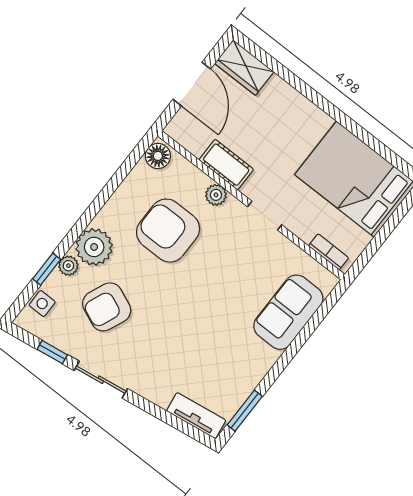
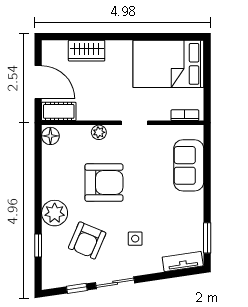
wardrobe: (244, 68) -> (87, 51), moved
cot: (226, 165) -> (59, 111), moved
armchair: (168, 231) -> (104, 183), moved, turned 180
plant: (68, 266) -> (49, 234), removed
side table: (42, 304) -> (135, 239), moved

